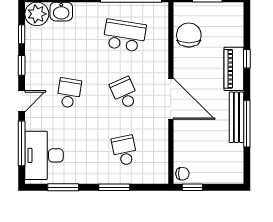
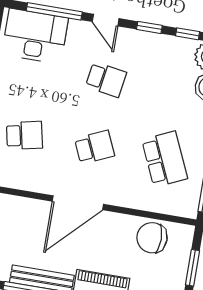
chair: (189, 35) -> (152, 238), turned 180
school desk: (124, 36) -> (165, 159), turned -33

